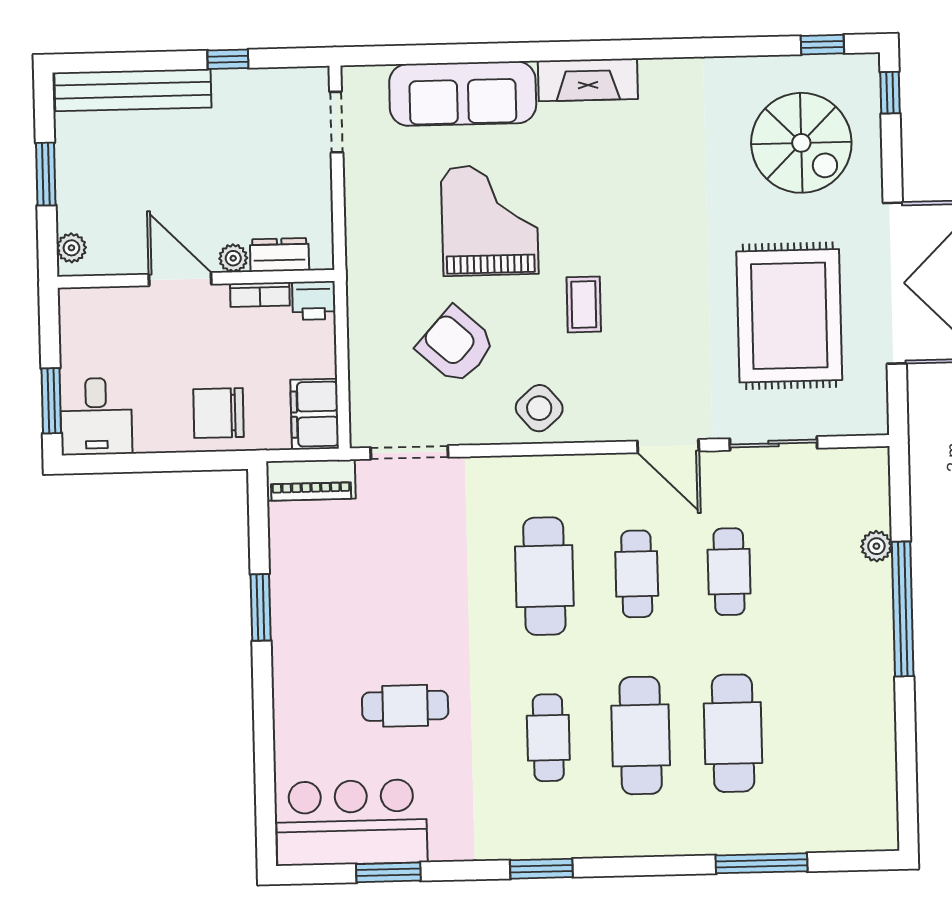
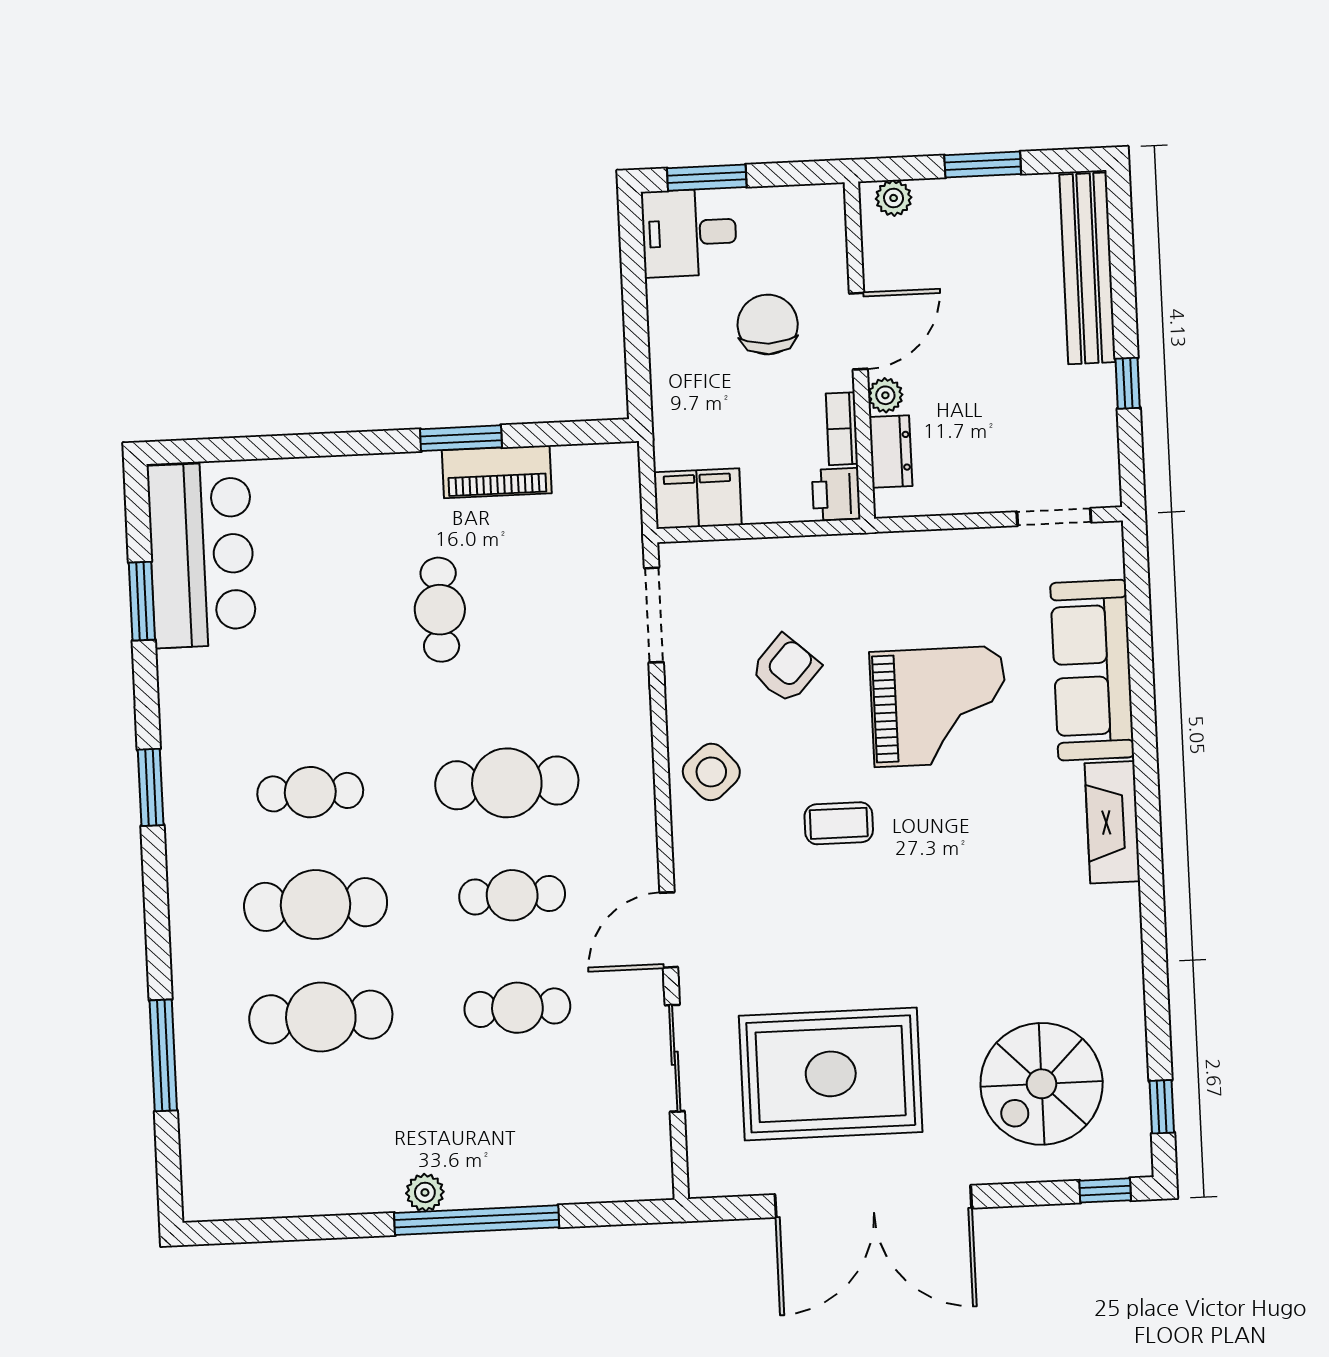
armchair: (456, 345) -> (786, 669), width x0.72, depth x0.72
chair: (218, 413) -> (768, 324), moved
piano: (311, 480) -> (497, 472), moved, turned -90
plant: (876, 546) -> (425, 1192), moved
cafe table: (405, 706) -> (440, 610), moved

